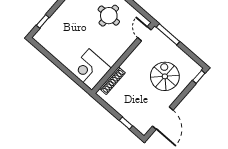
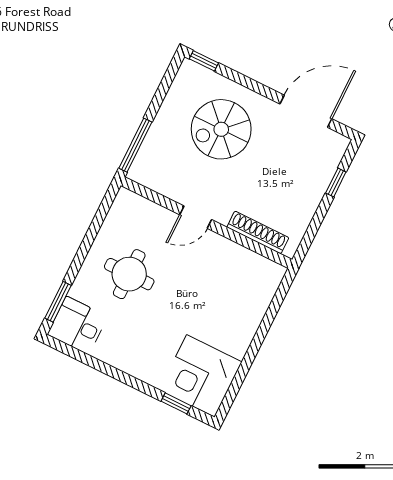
door: (144, 34) -> (196, 217), moved
corner desk: (90, 69) -> (201, 376), moved, turned 90

